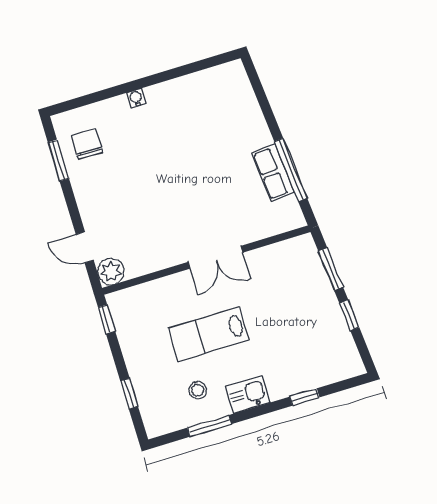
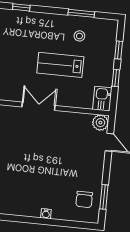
window: (107, 319) -> (116, 78), moved
lab bench: (209, 334) -> (60, 65), turned 180
kitchen sink: (248, 395) -> (102, 99), moved, turned 90

